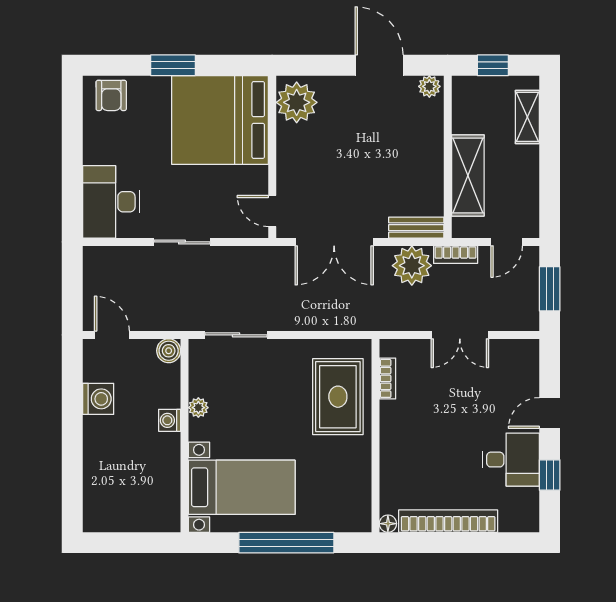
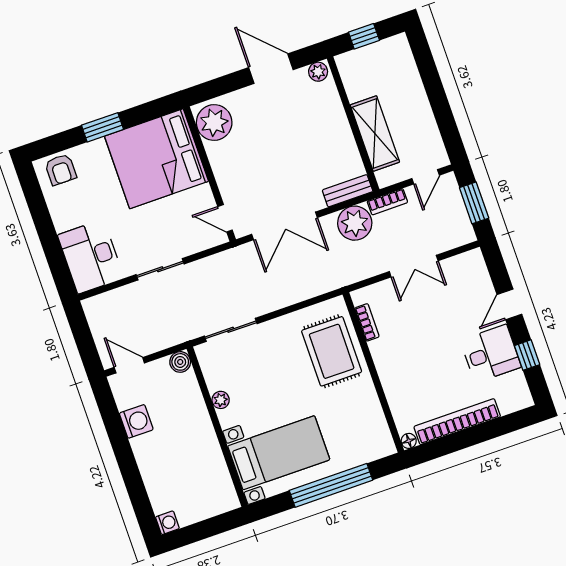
shelving: (527, 117) -> (407, 69), removed
washing machine: (170, 420) -> (167, 523), moved, turned 180

